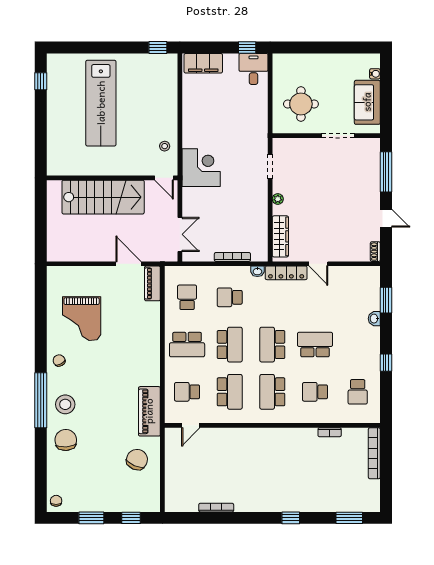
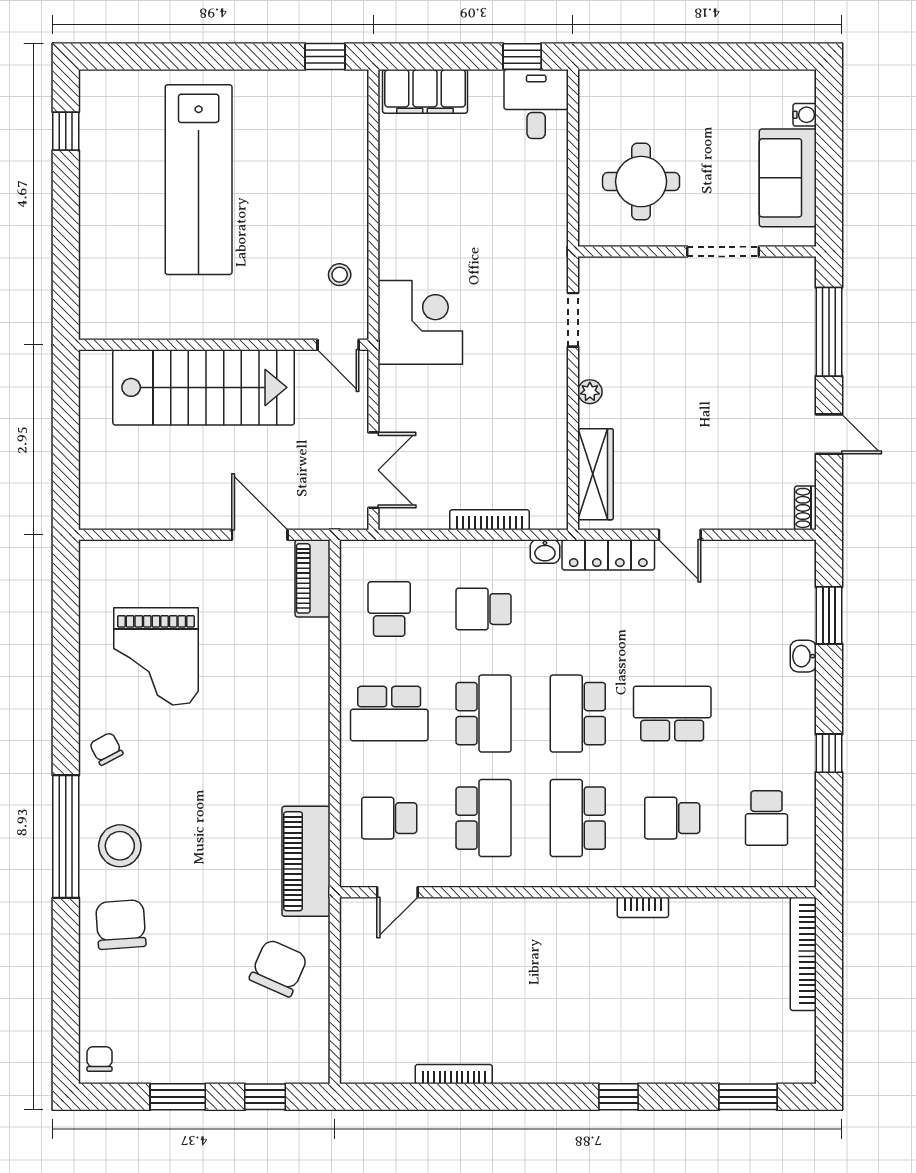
bookcase: (330, 432) -> (643, 907), moved

